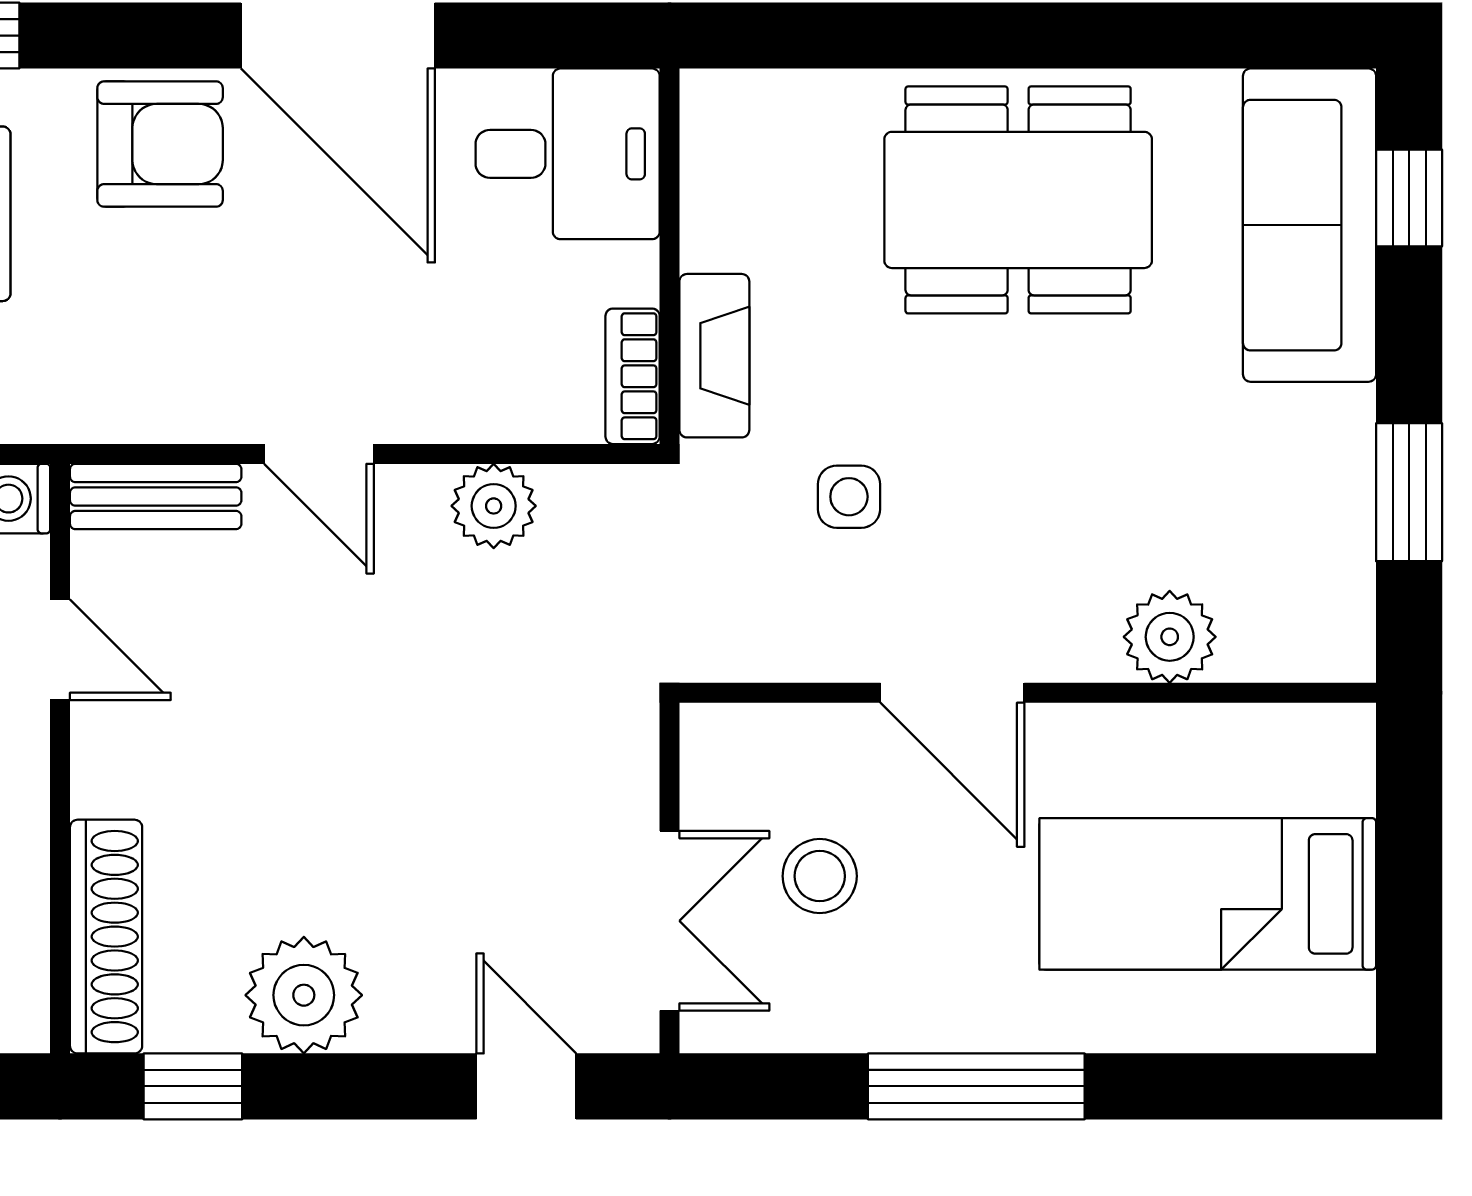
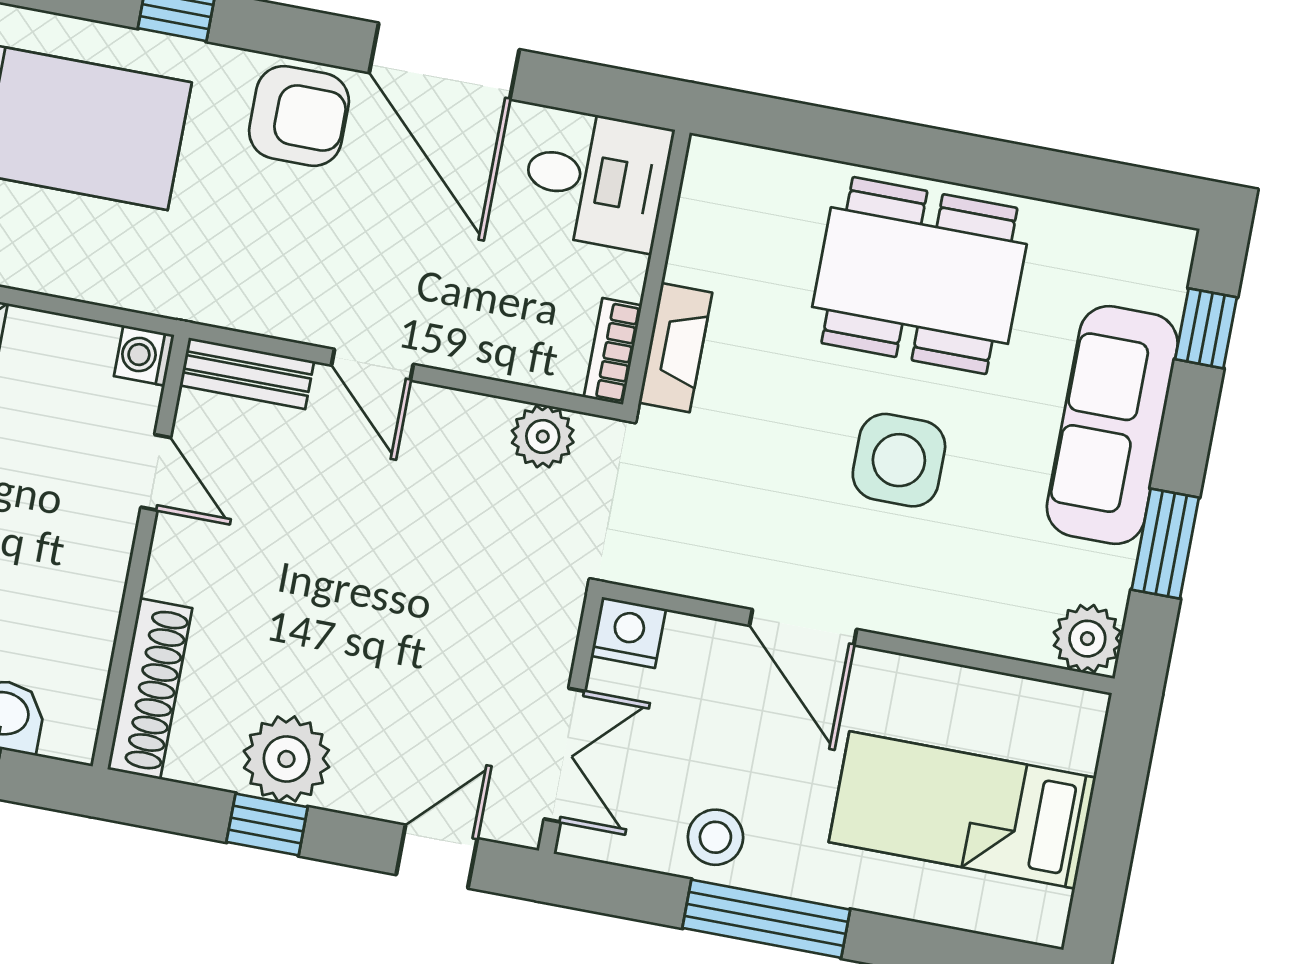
sofa: (1310, 225) -> (1112, 425), moved
side table: (849, 497) -> (899, 460), moved, width x1.87, depth x1.87
plant: (494, 506) -> (543, 436), moved
plant: (1170, 637) -> (1087, 639), moved
nightstand: (723, 743) -> (628, 632), added
stool: (820, 876) -> (715, 837), moved
window: (193, 1086) -> (267, 825), moved
door: (526, 1086) -> (437, 857), hinge flipped

